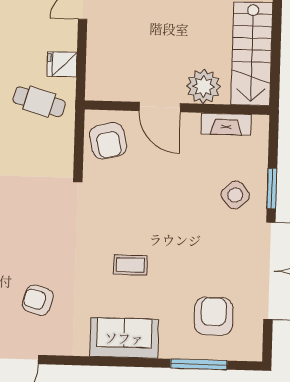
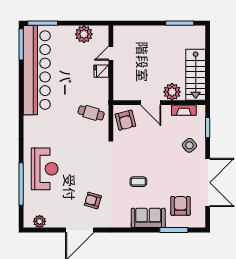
fridge: (62, 64) -> (101, 71), moved
cafe table: (39, 102) -> (91, 113), moved
window: (272, 189) -> (208, 128), moved
sofa: (124, 338) -> (148, 218), moved

